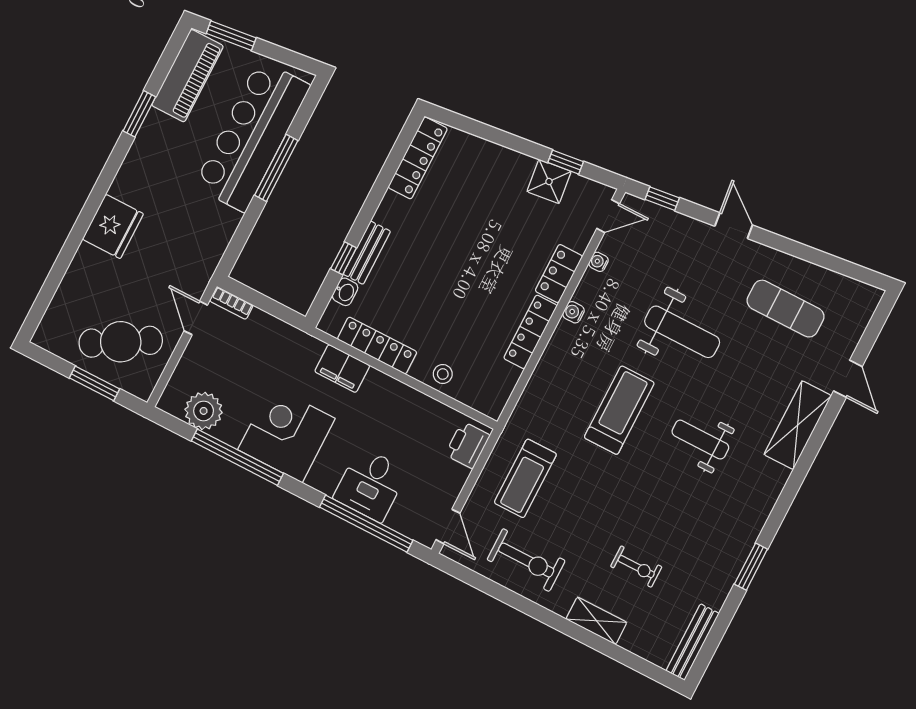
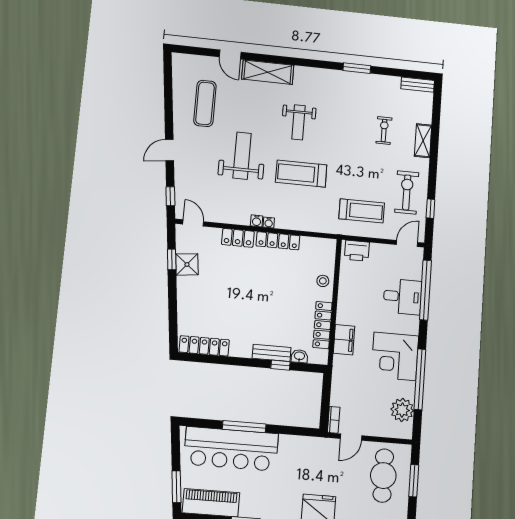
water cooler: (599, 262) -> (269, 223), moved
cafe table: (121, 342) -> (383, 476), turned 30
door: (848, 379) -> (230, 54), swing flipped
window: (487, 586) -> (430, 209), added
bench: (693, 642) -> (418, 85), width x0.73

